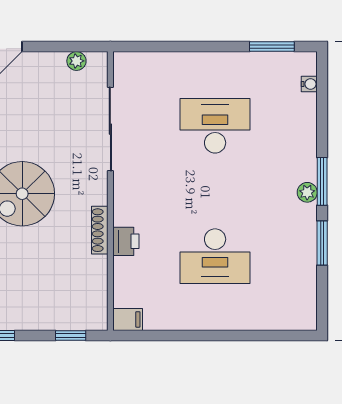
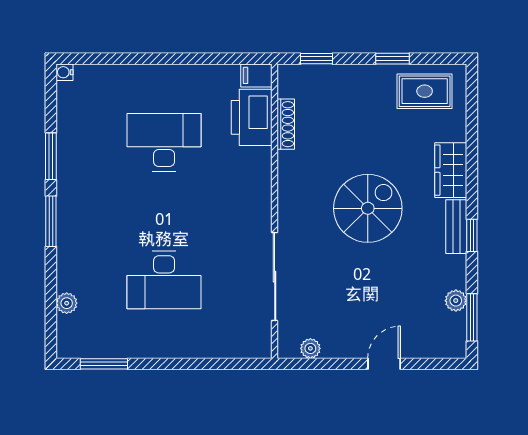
water cooler: (309, 84) -> (65, 72), moved
plant: (307, 192) -> (67, 303), moved
shoe rack: (100, 230) -> (286, 124), moved
printer: (126, 241) -> (252, 117), moved, width x1.87, depth x1.48

